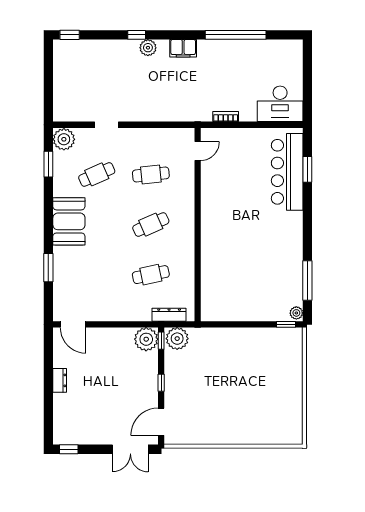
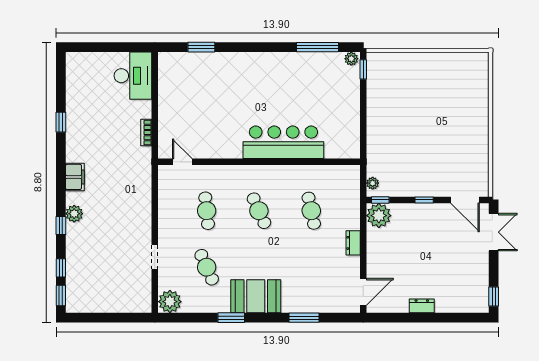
window: (96, 35) -> (61, 268), added
window: (236, 35) -> (61, 122), width x0.32
window: (48, 164) -> (231, 318), moved
bar counter: (287, 172) -> (283, 142), moved, turned 180
dresser: (169, 315) -> (353, 243), moved, width x0.70
plant: (177, 339) -> (373, 183), width x0.53, depth x0.53

